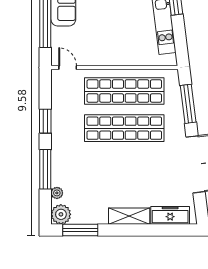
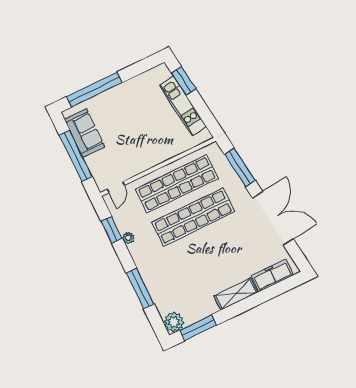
door: (68, 67) -> (116, 187), swing flipped
window: (45, 121) -> (112, 230), moved
plant: (57, 193) -> (128, 238), moved

